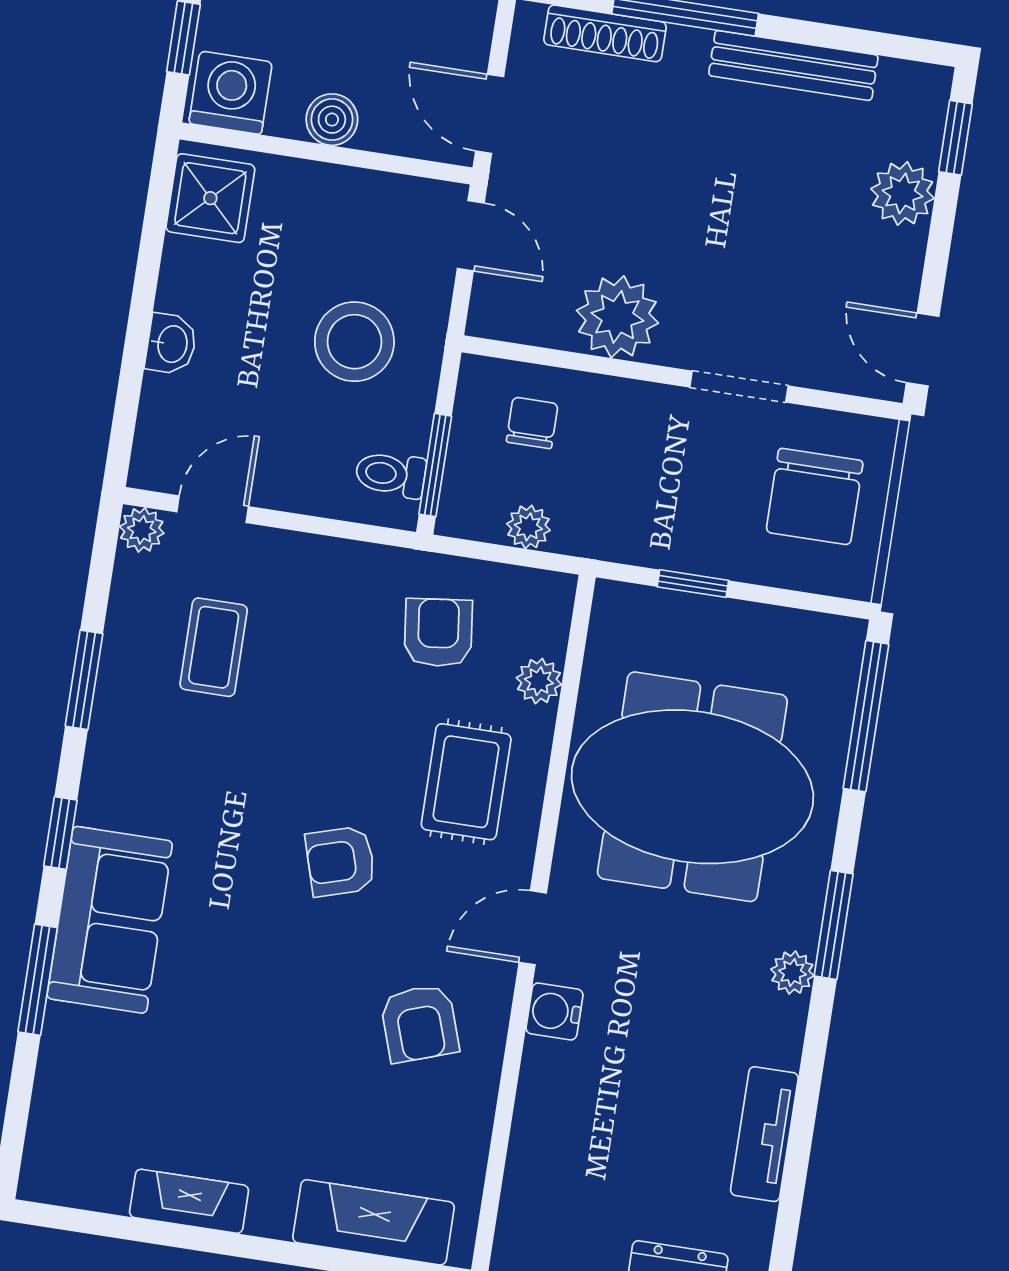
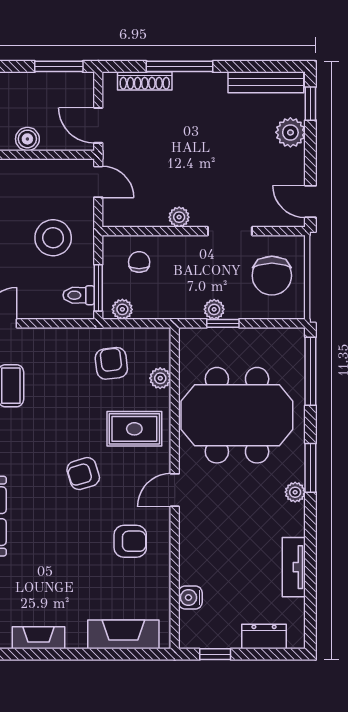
bench: (793, 65) -> (266, 82), moved
plant: (617, 317) -> (179, 217), width x0.53, depth x0.53
plant: (528, 527) -> (122, 309), moved
plant: (678, 550) -> (214, 309), added
rug: (466, 782) -> (134, 429), turned 90
water cooler: (554, 1012) -> (190, 597), moved
armchair: (420, 1023) -> (130, 541), turned -71

